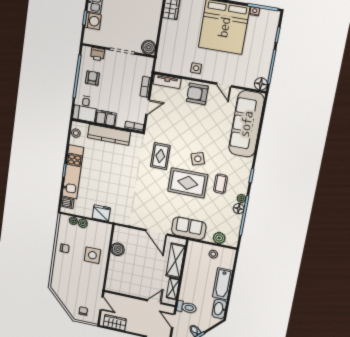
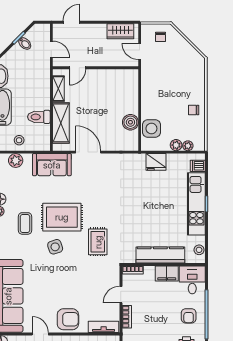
side table: (92, 255) -> (151, 129), moved
toilet: (187, 307) -> (39, 117), moved

